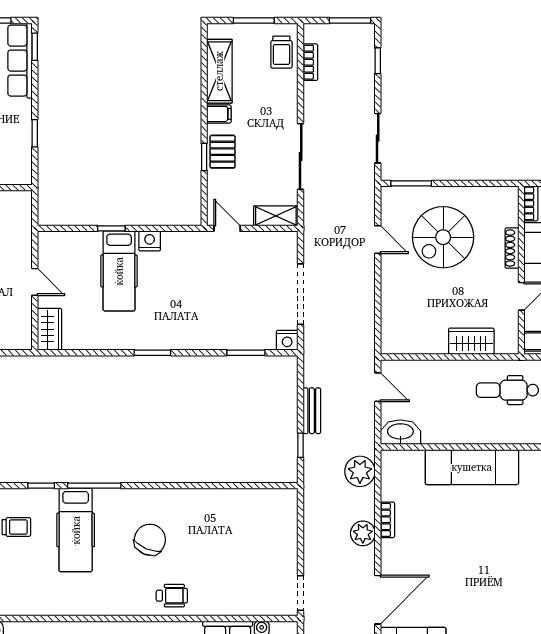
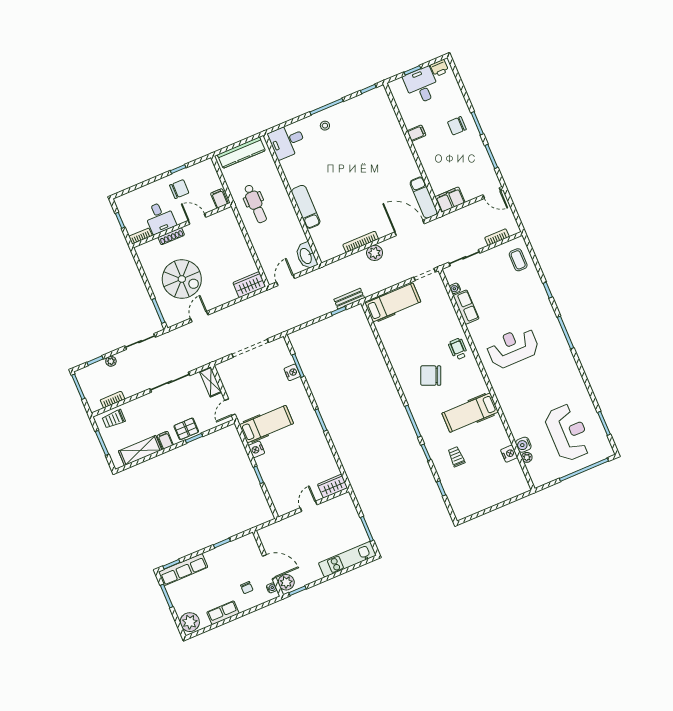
trolley: (281, 52) -> (114, 419), turned 180
hospital bed: (119, 271) -> (266, 424), moved
nightstand: (287, 340) -> (292, 372), moved
wardrobe: (471, 341) -> (249, 285), moved, turned 90
bench: (312, 411) -> (349, 299), moved
exam couch: (472, 467) -> (306, 207), width x0.73, depth x0.69
plant: (360, 471) -> (111, 361), moved, width x0.53, depth x0.53
bookcase: (387, 520) -> (361, 242), width x1.56
hospital bed: (279, 529) -> (393, 303), added
hospital bed: (76, 530) -> (470, 413), moved, turned 180

